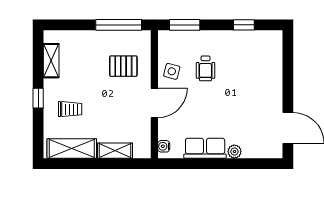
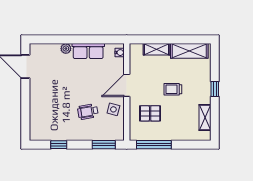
wheelchair: (205, 68) -> (88, 112), turned -100
trolley: (70, 109) -> (173, 89), moved

